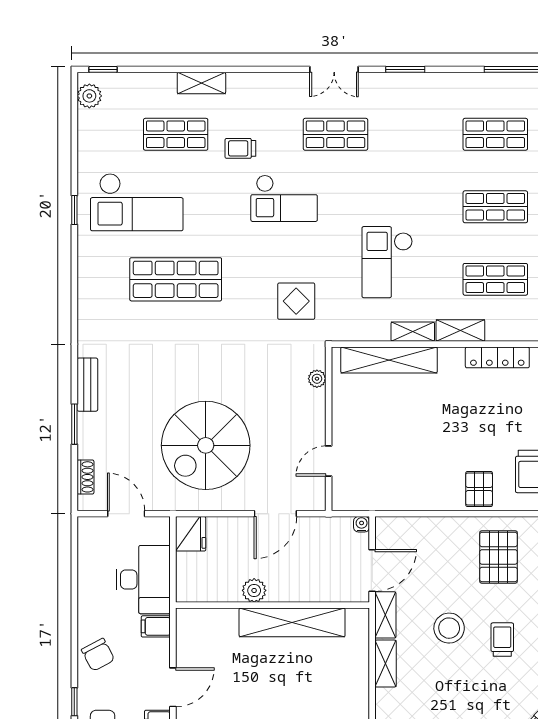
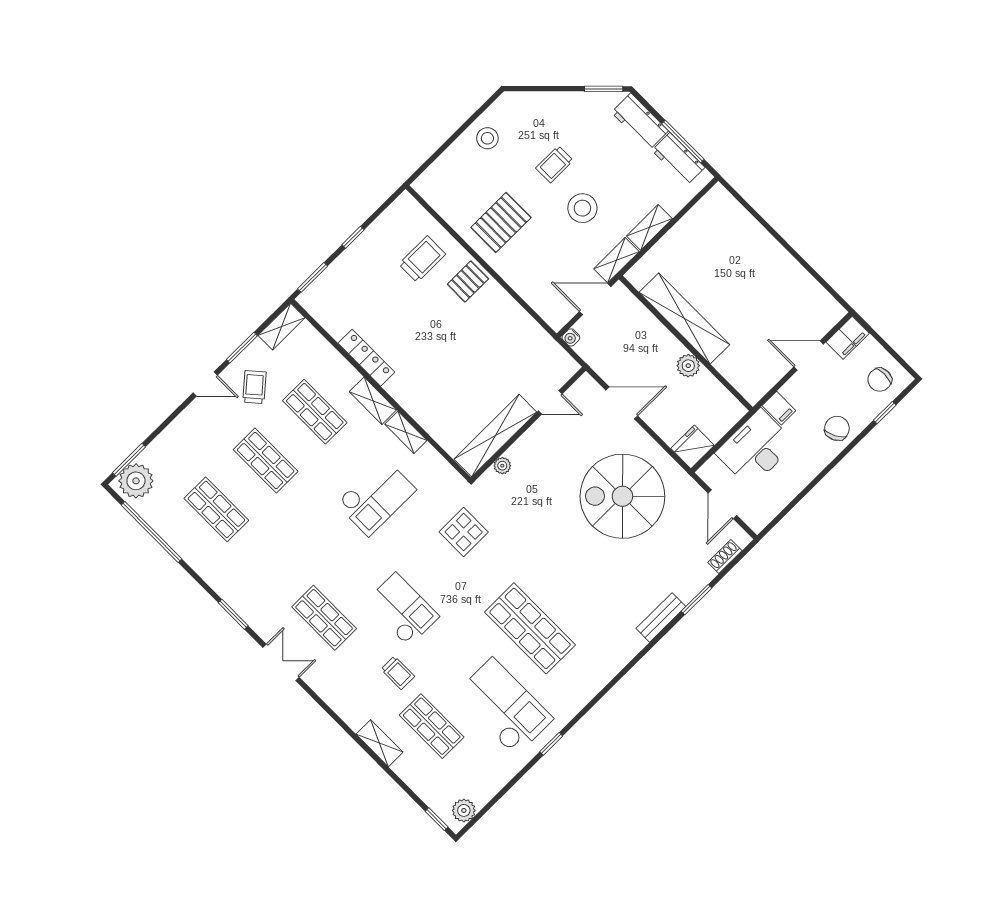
shelving: (389, 360) -> (495, 436), moved, turned 90
spiral stairs: (206, 445) -> (622, 496), turned 180

